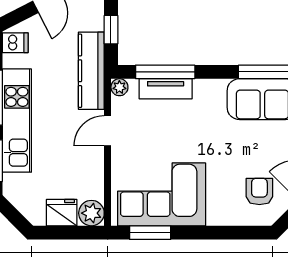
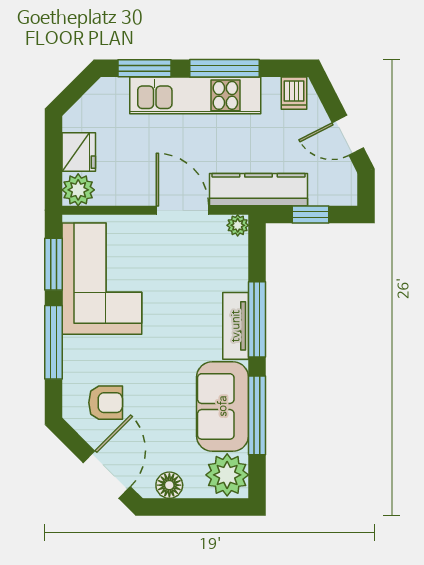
window: (165, 72) -> (257, 319), moved
tv unit: (166, 89) -> (236, 326), moved
door: (108, 131) -> (182, 210), width x1.38
window: (212, 233) -> (53, 342), added

